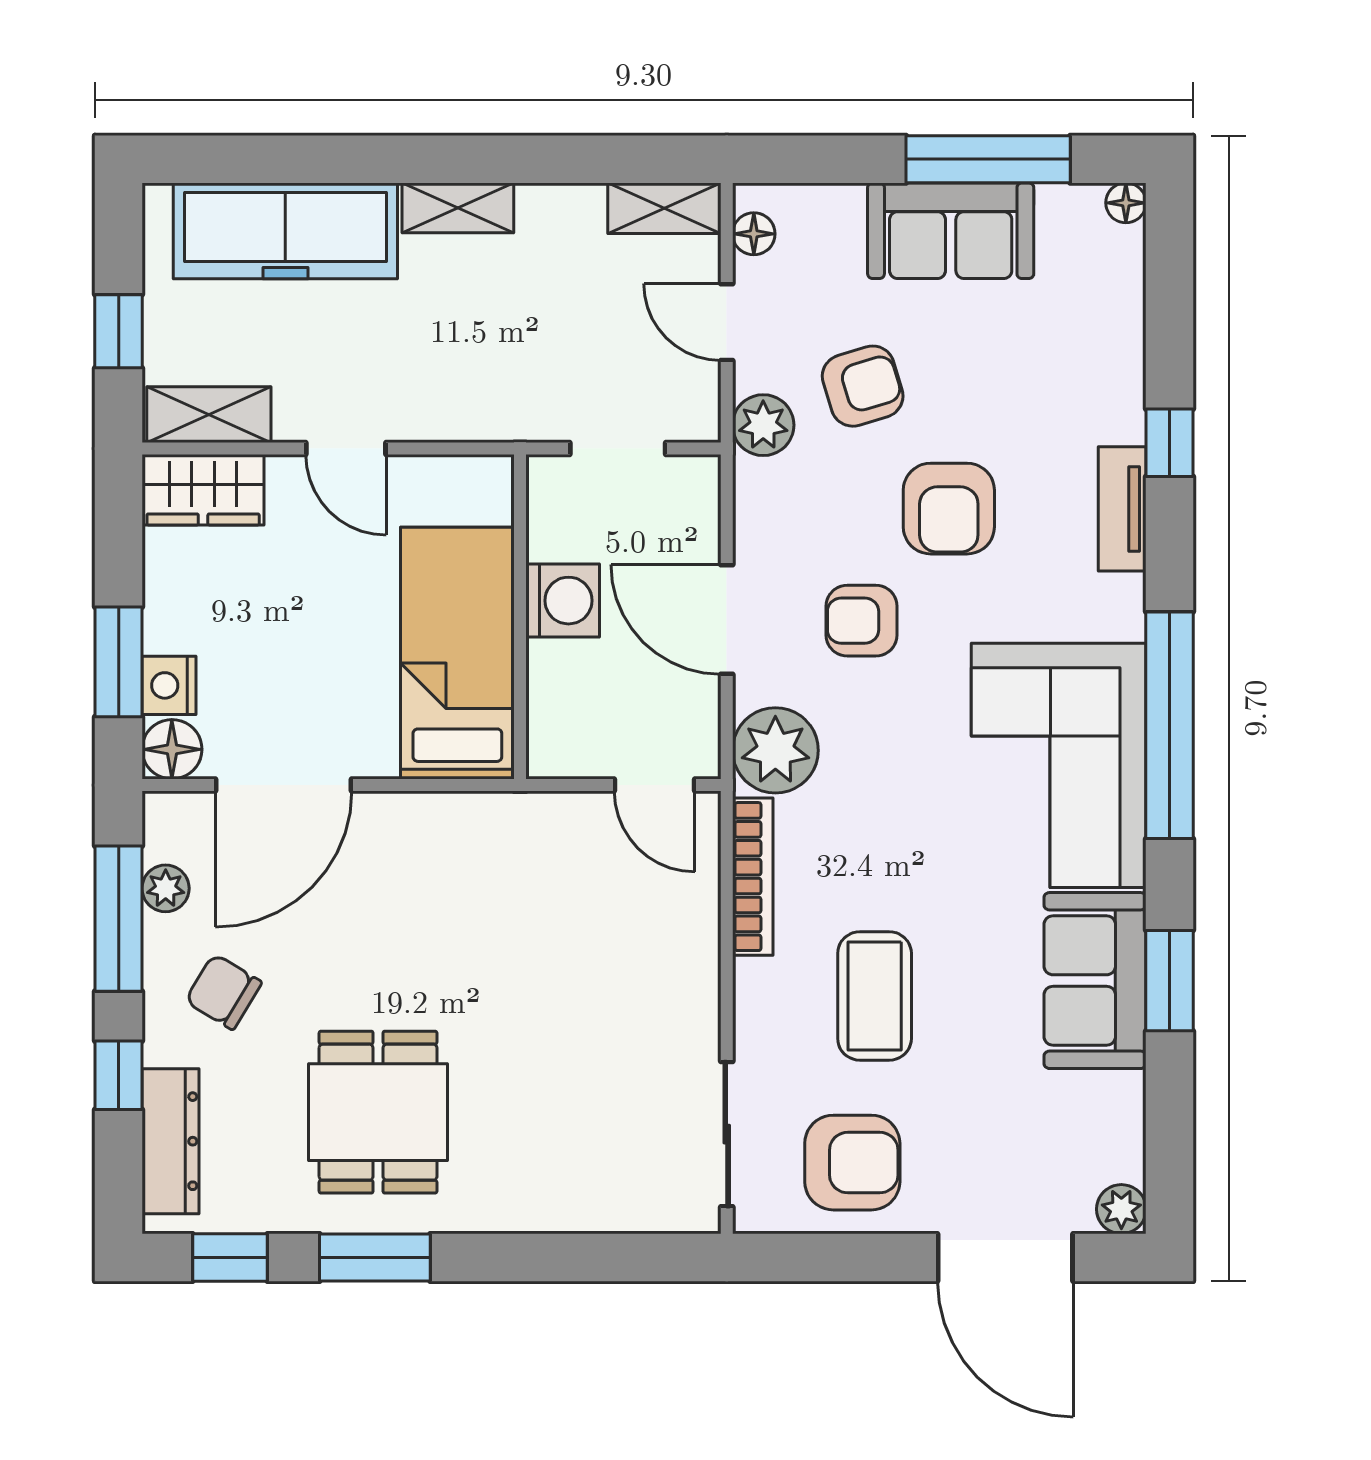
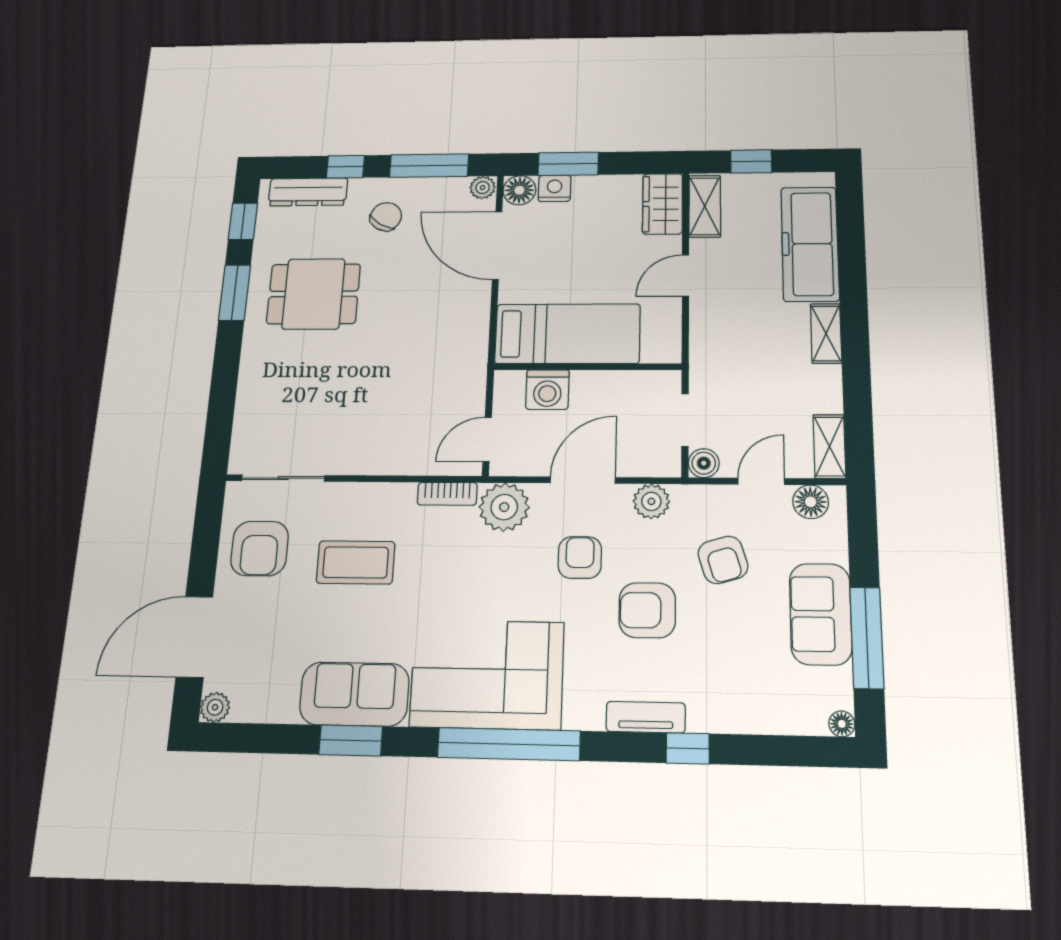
floor lamp: (754, 234) -> (811, 502), width x1.37, depth x1.37
boiler: (695, 417) -> (704, 463), added
plant: (763, 425) -> (651, 501), moved
washing machine: (563, 601) -> (547, 390), moved
bookcase: (753, 877) -> (447, 494), width x0.64
plant: (166, 888) -> (483, 188), moved

